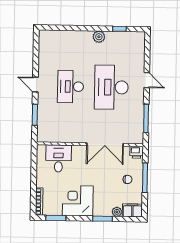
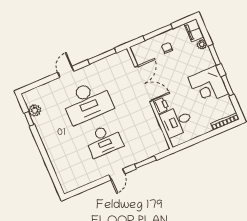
plant: (99, 37) -> (35, 110), moved
printer: (137, 152) -> (161, 106), moved
window: (56, 218) -> (227, 85), moved

